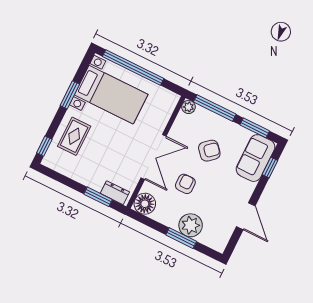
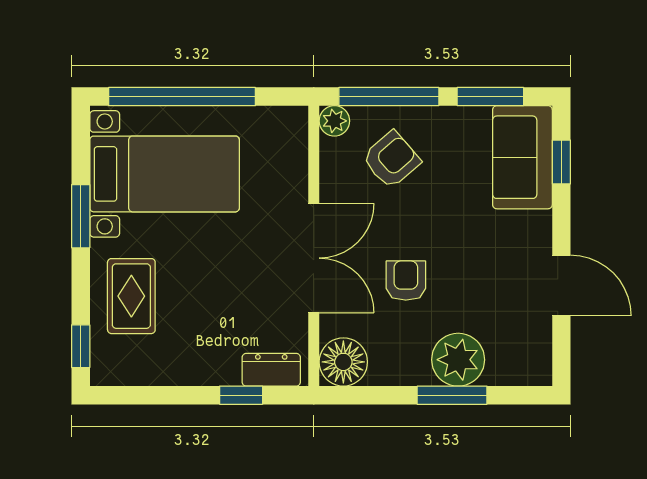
armchair: (209, 151) -> (391, 160), moved
window: (98, 197) -> (241, 395), width x0.67

